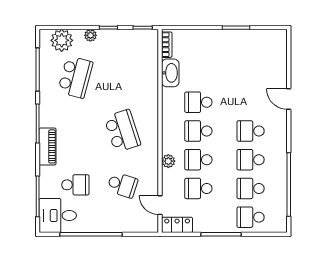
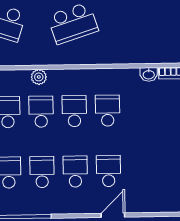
washbasin: (170, 73) -> (149, 74), width x0.52, depth x0.69
school desk: (251, 102) -> (108, 171), added

